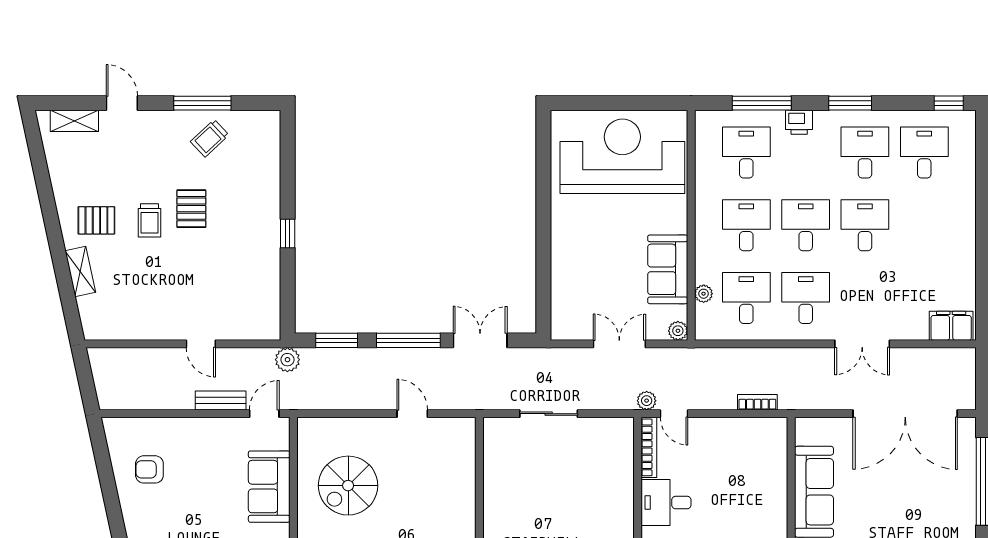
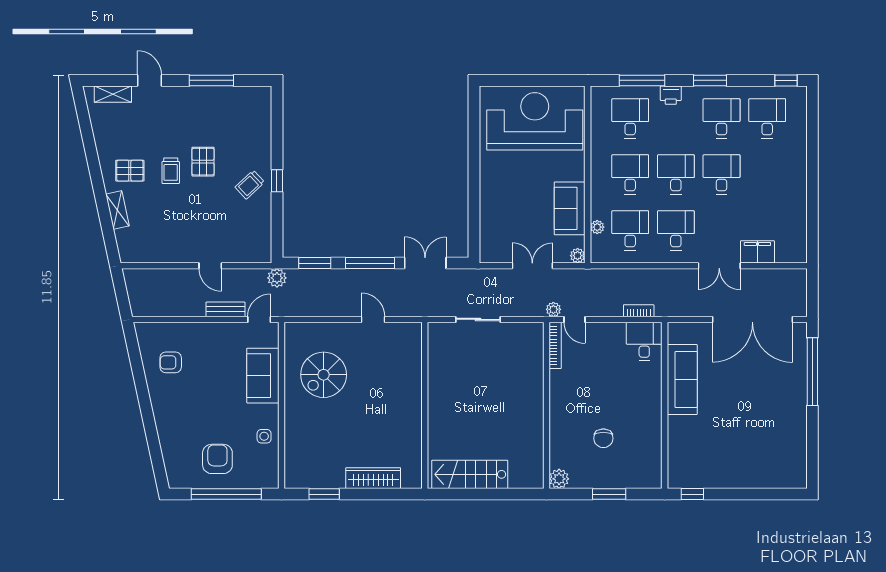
trolley: (210, 138) -> (250, 185), moved
filing cabinet: (951, 326) -> (757, 252), moved
desk: (666, 503) -> (644, 341), moved, turned 90

